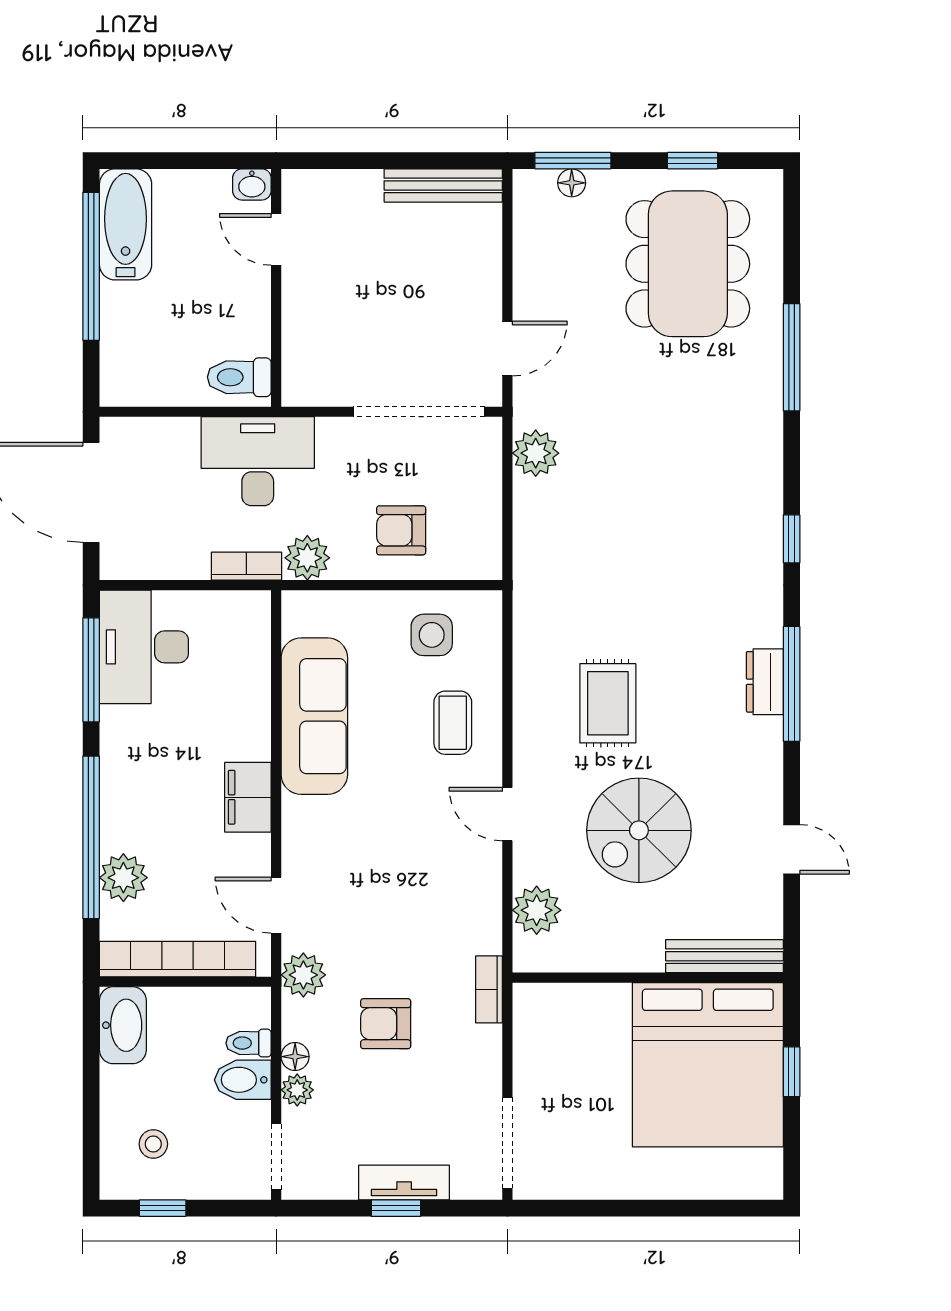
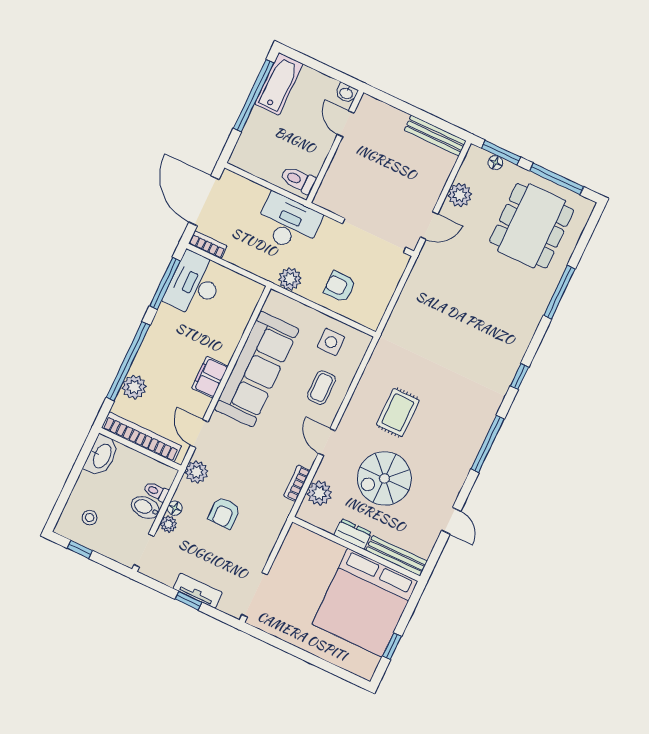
window: (693, 161) -> (557, 179), width x2.17
plant: (536, 453) -> (460, 195), moved
bookcase: (246, 566) -> (208, 245), moved
dresser: (765, 682) -> (353, 534), moved, turned 90
sofa: (314, 716) -> (257, 369), width x1.36, depth x1.27
bookcase: (489, 989) -> (297, 483), moved
armchair: (386, 1024) -> (224, 513), turned -90
window: (792, 1072) -> (392, 646), moved

